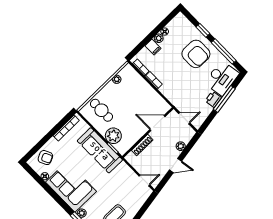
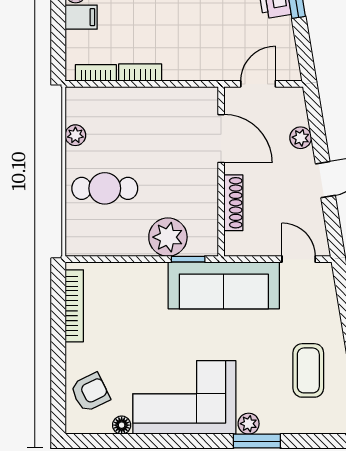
cafe table: (101, 110) -> (105, 188), moved
door: (158, 123) -> (221, 139), swing flipped
sofa: (100, 150) -> (224, 285), moved
door: (144, 180) -> (299, 259), hinge flipped

